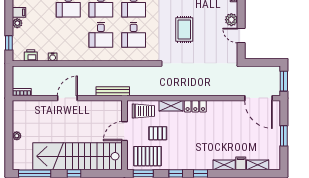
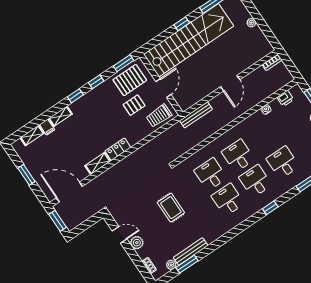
shelving: (171, 106) -> (98, 163), moved

